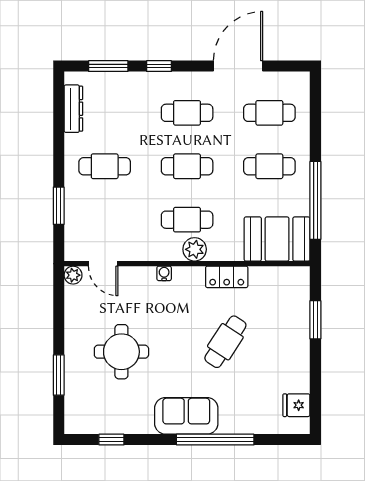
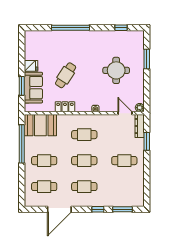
dresser: (73, 109) -> (140, 126), moved
plant: (195, 249) -> (81, 120), removed
fridge: (296, 405) -> (31, 66), moved
sofa: (186, 416) -> (33, 88), moved, turned -90

